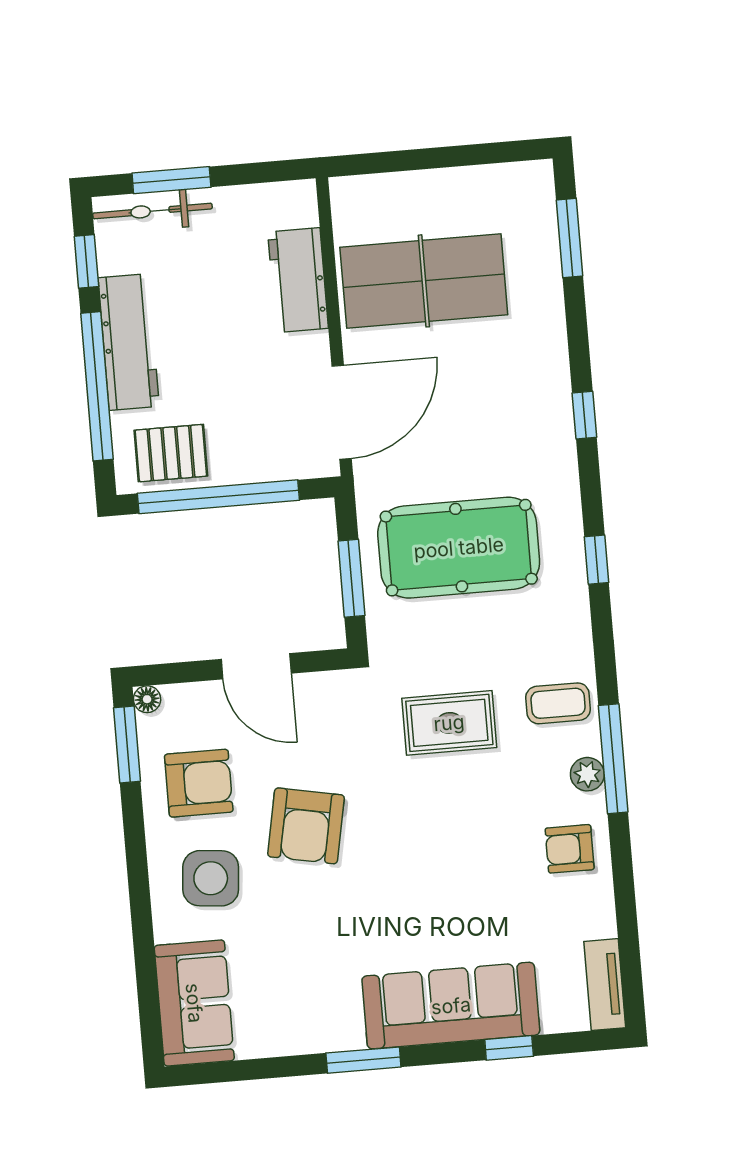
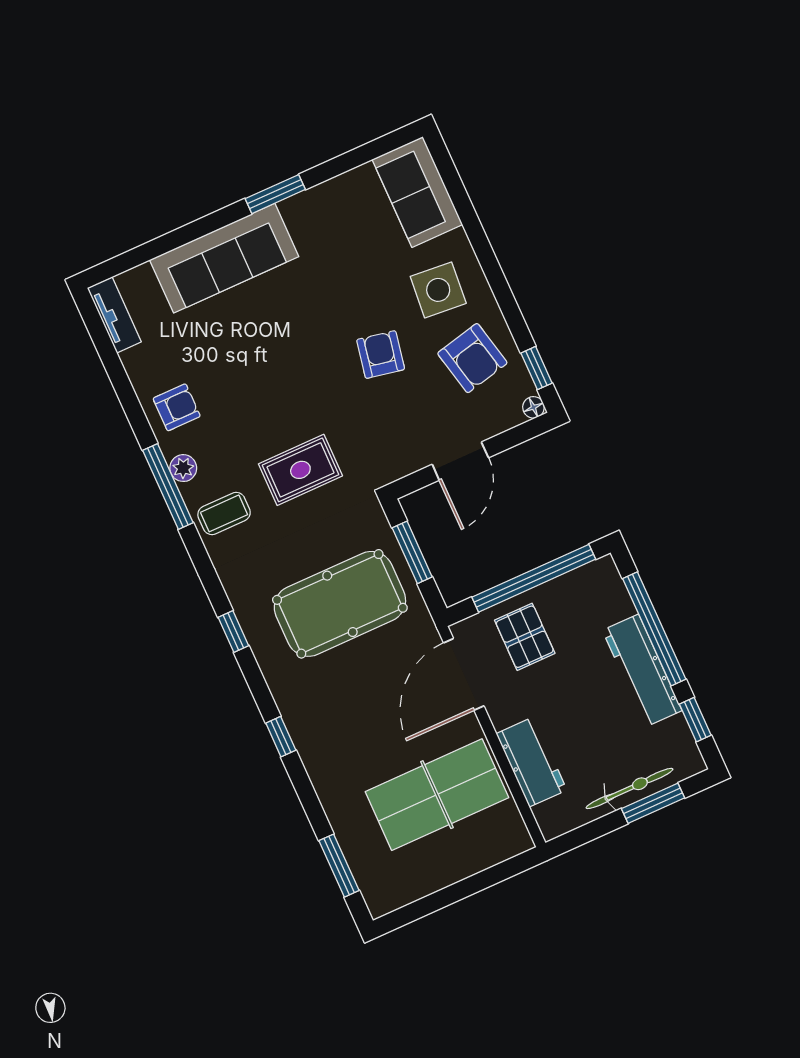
bicycle: (152, 211) -> (630, 788), moved
pallet: (171, 453) -> (525, 637), moved, turned 90
door: (256, 666) -> (460, 461), swing flipped
window: (127, 744) -> (536, 368), width x0.67
armchair: (199, 783) -> (472, 358), turned -103
armchair: (306, 826) -> (381, 355), width x0.72, depth x0.72
window: (509, 1048) -> (169, 242), removed

